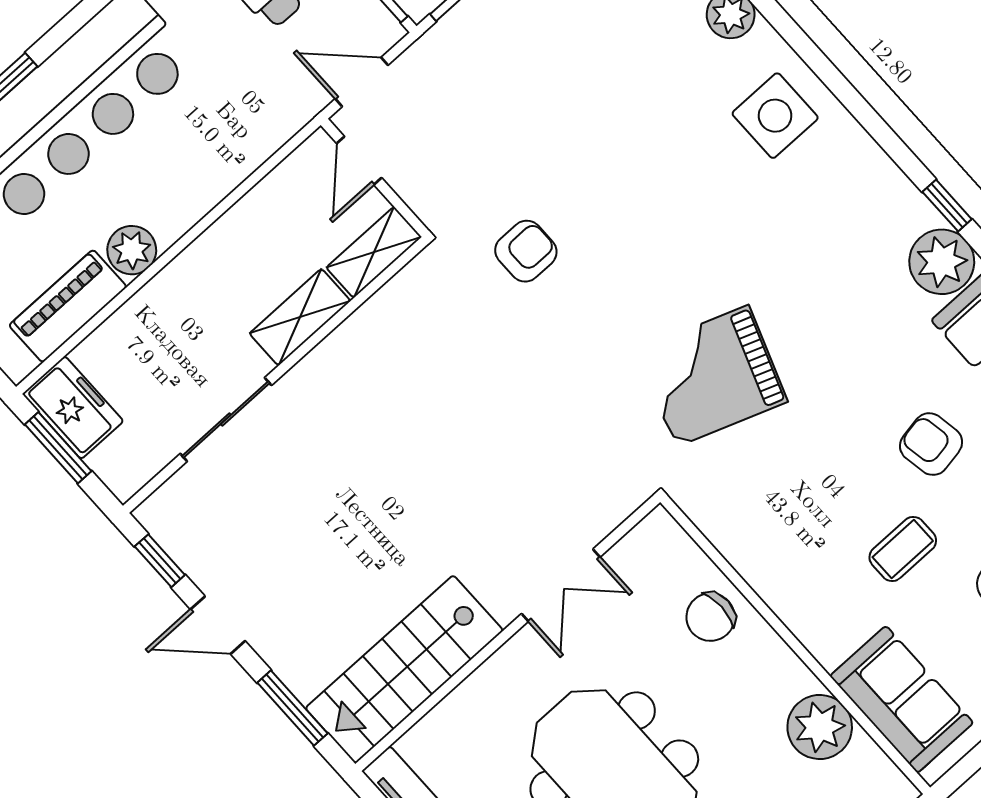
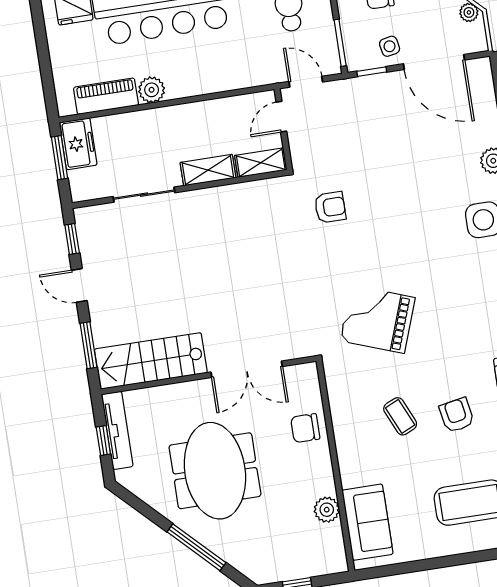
coffee table: (903, 549) -> (400, 416), moved, turned 66
double door: (561, 585) -> (247, 369), width x1.37
plant: (820, 727) -> (327, 510), width x0.73, depth x0.73

